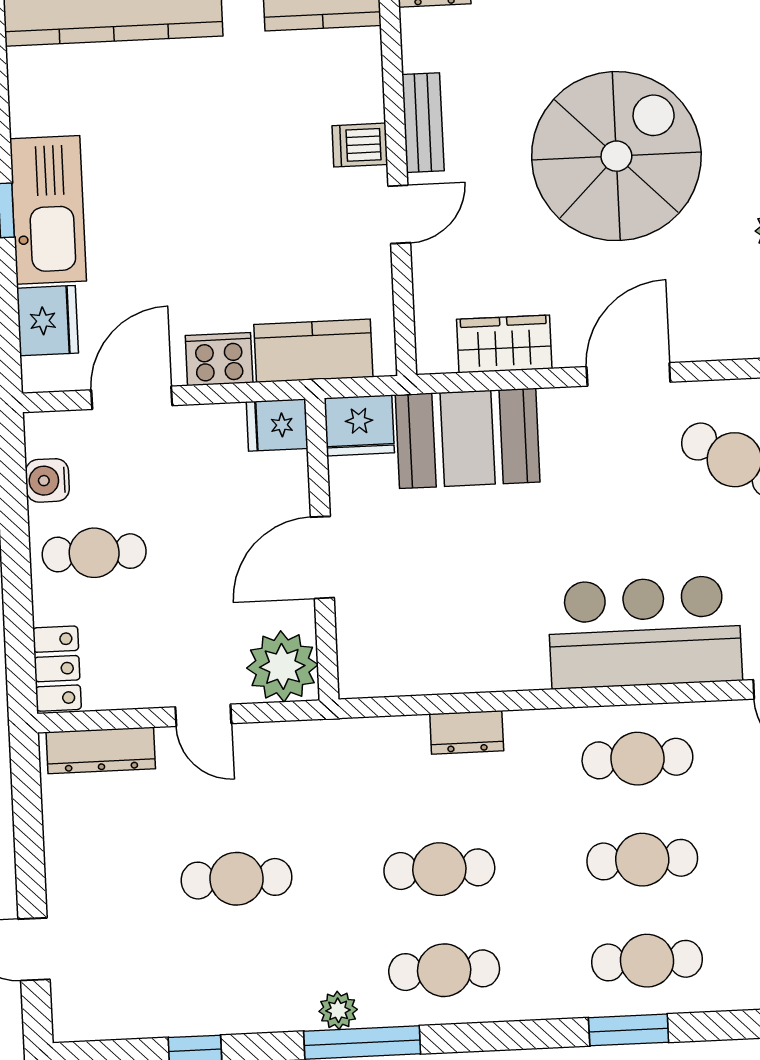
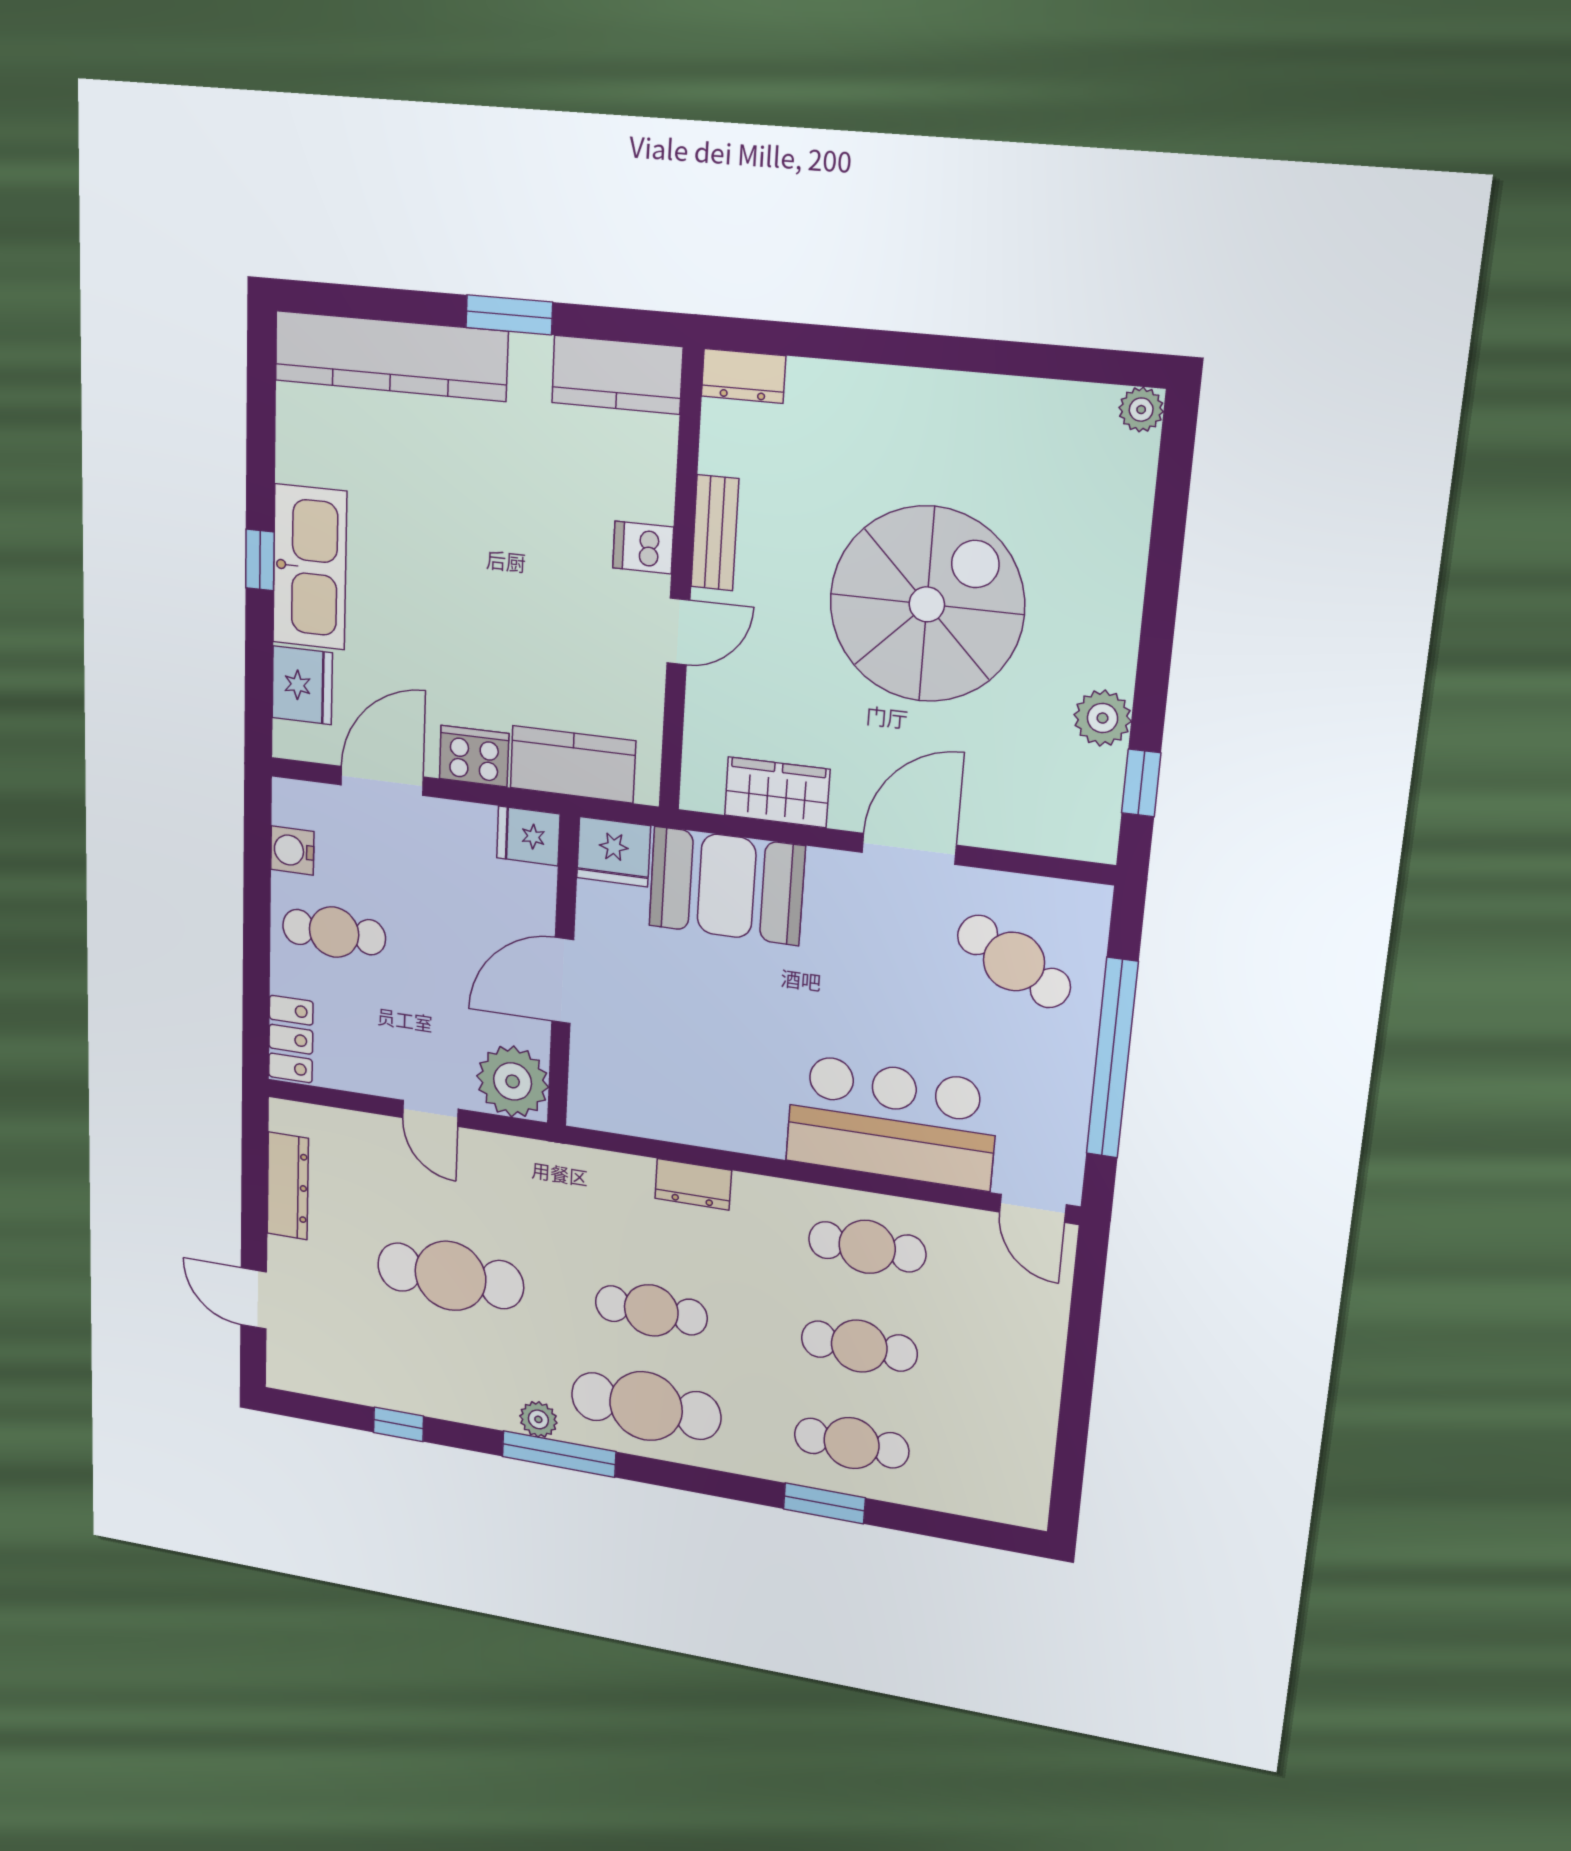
dresser: (101, 750) -> (288, 1186), moved, turned -90
cafe table: (237, 879) -> (450, 1276), width x1.37, depth x1.35
cafe table: (444, 970) -> (646, 1406), width x1.37, depth x1.35

